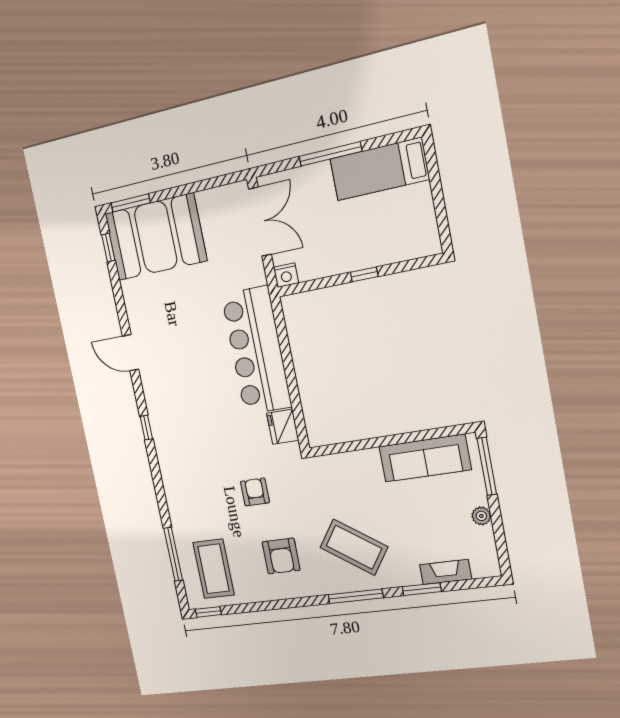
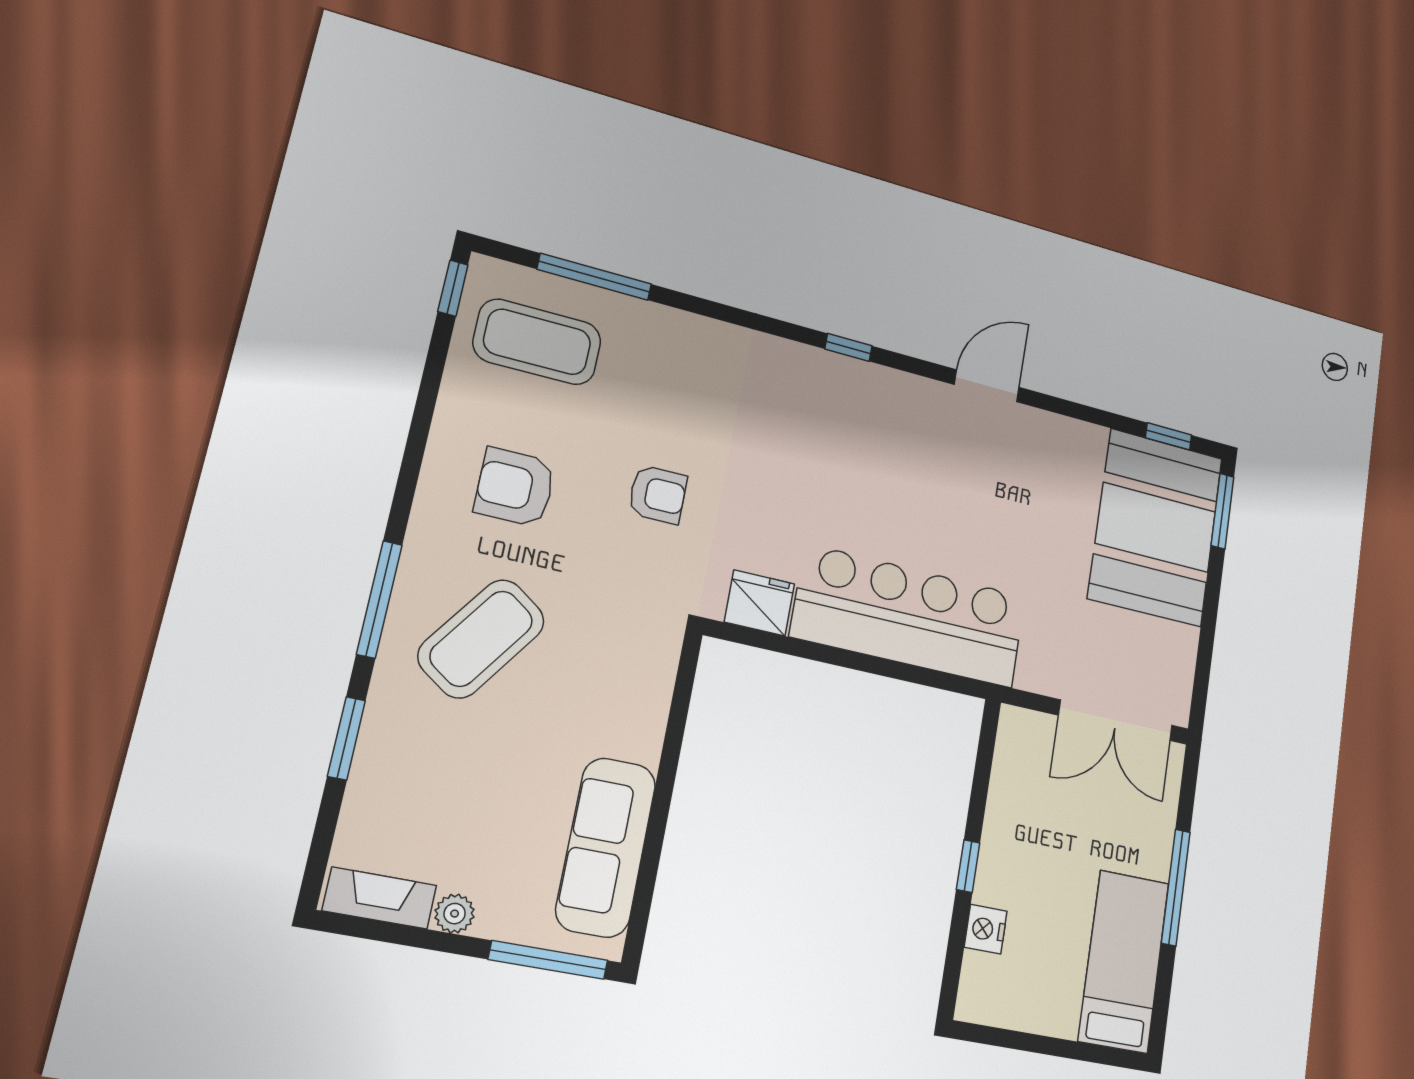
nightstand: (286, 275) -> (986, 929), moved
fireplace: (446, 572) -> (380, 898), moved, turned -90

